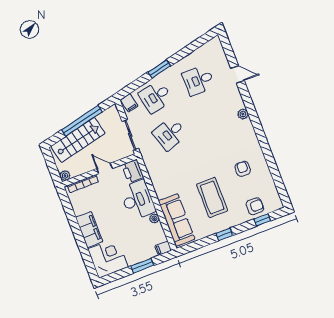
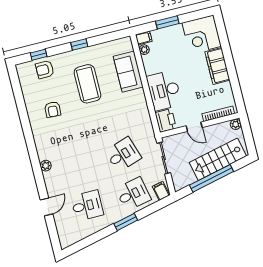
door: (237, 74) -> (46, 207), swing flipped
plant: (154, 218) -> (144, 50), moved
sofa: (177, 220) -> (128, 72), width x0.73

